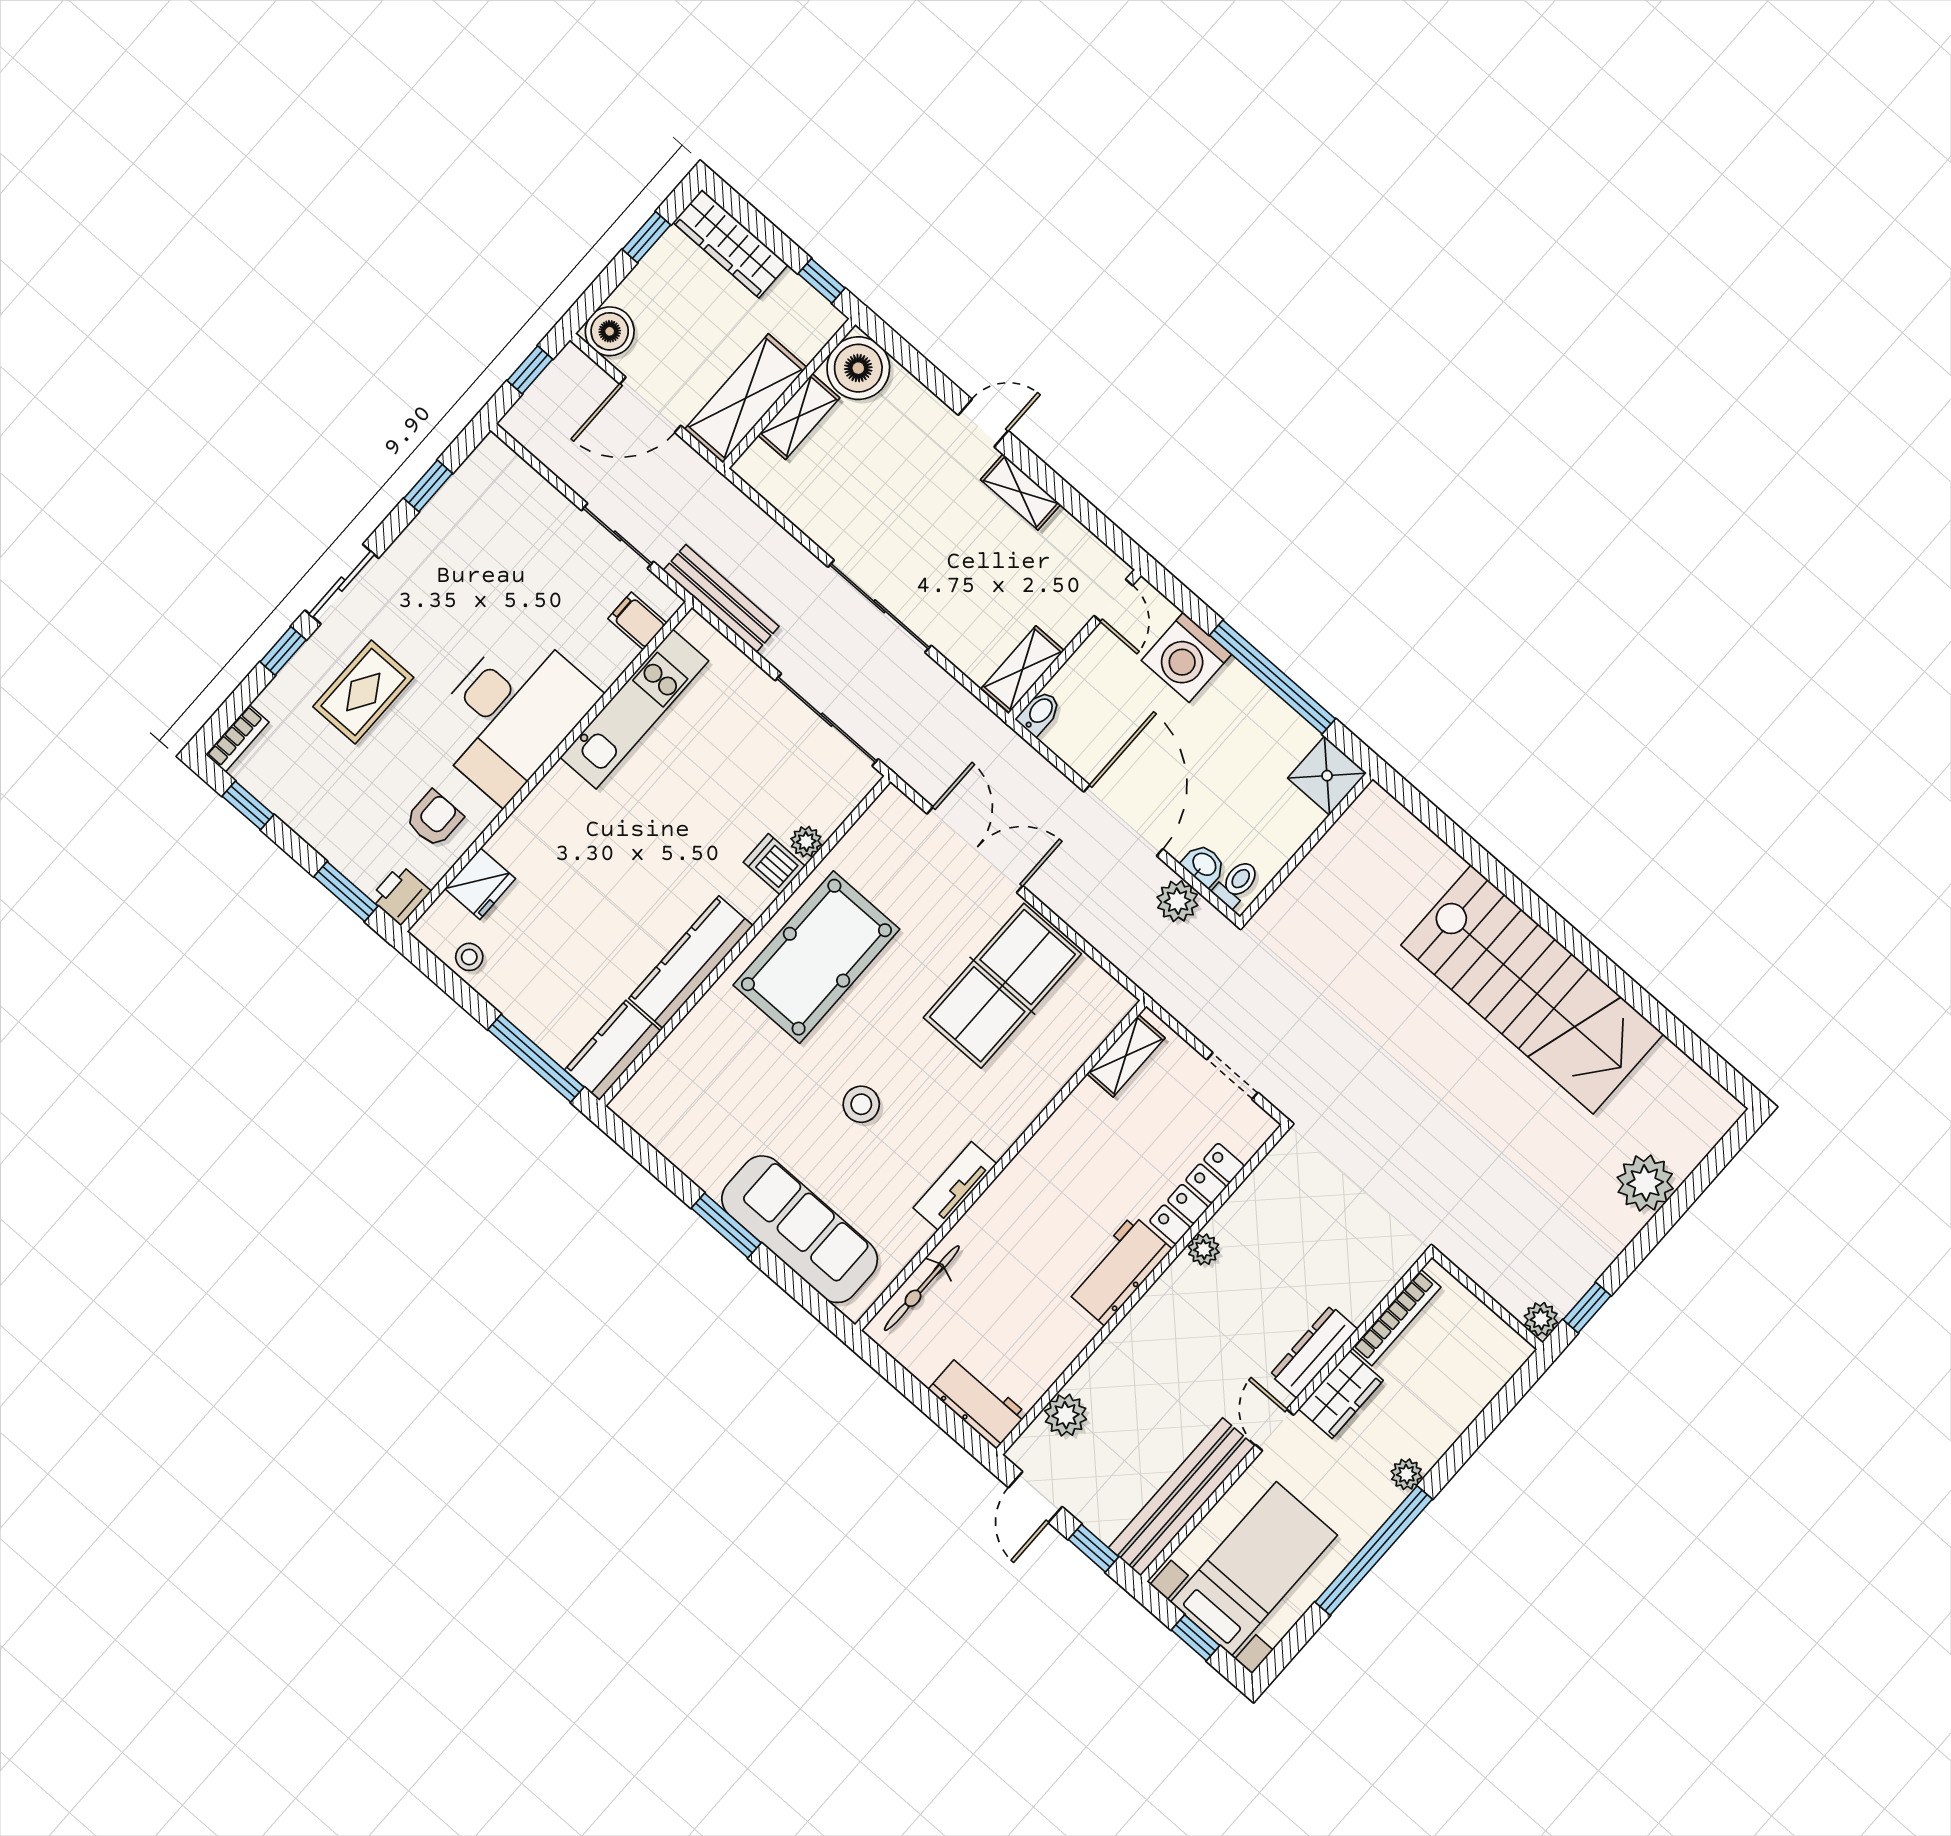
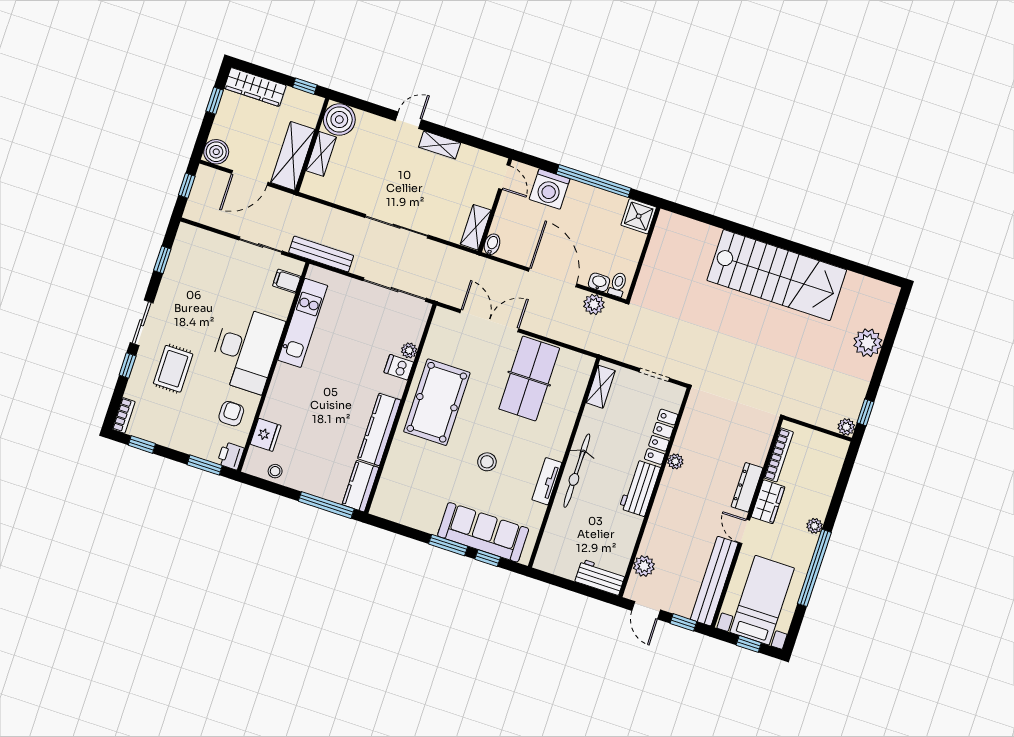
window: (788, 1280) -> (488, 558), added
bicycle: (922, 1288) -> (577, 471), moved, width x1.37, depth x1.40

